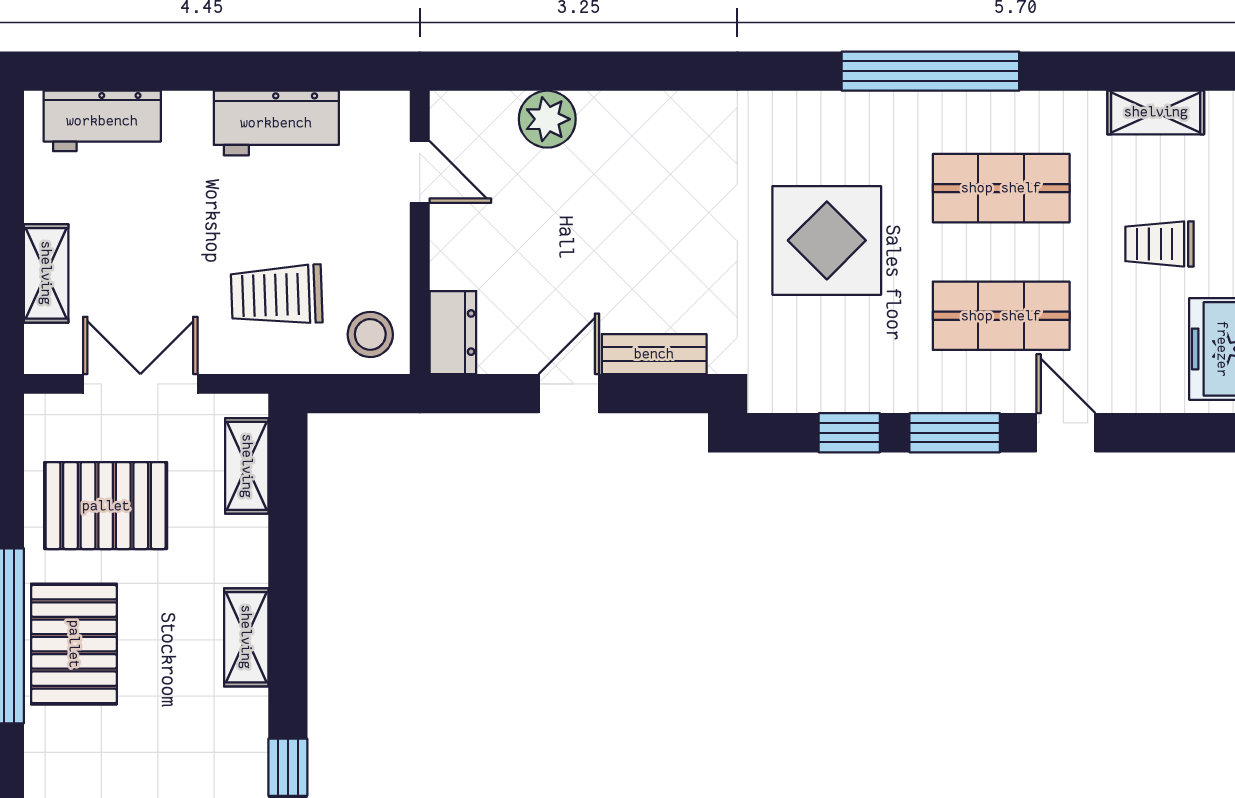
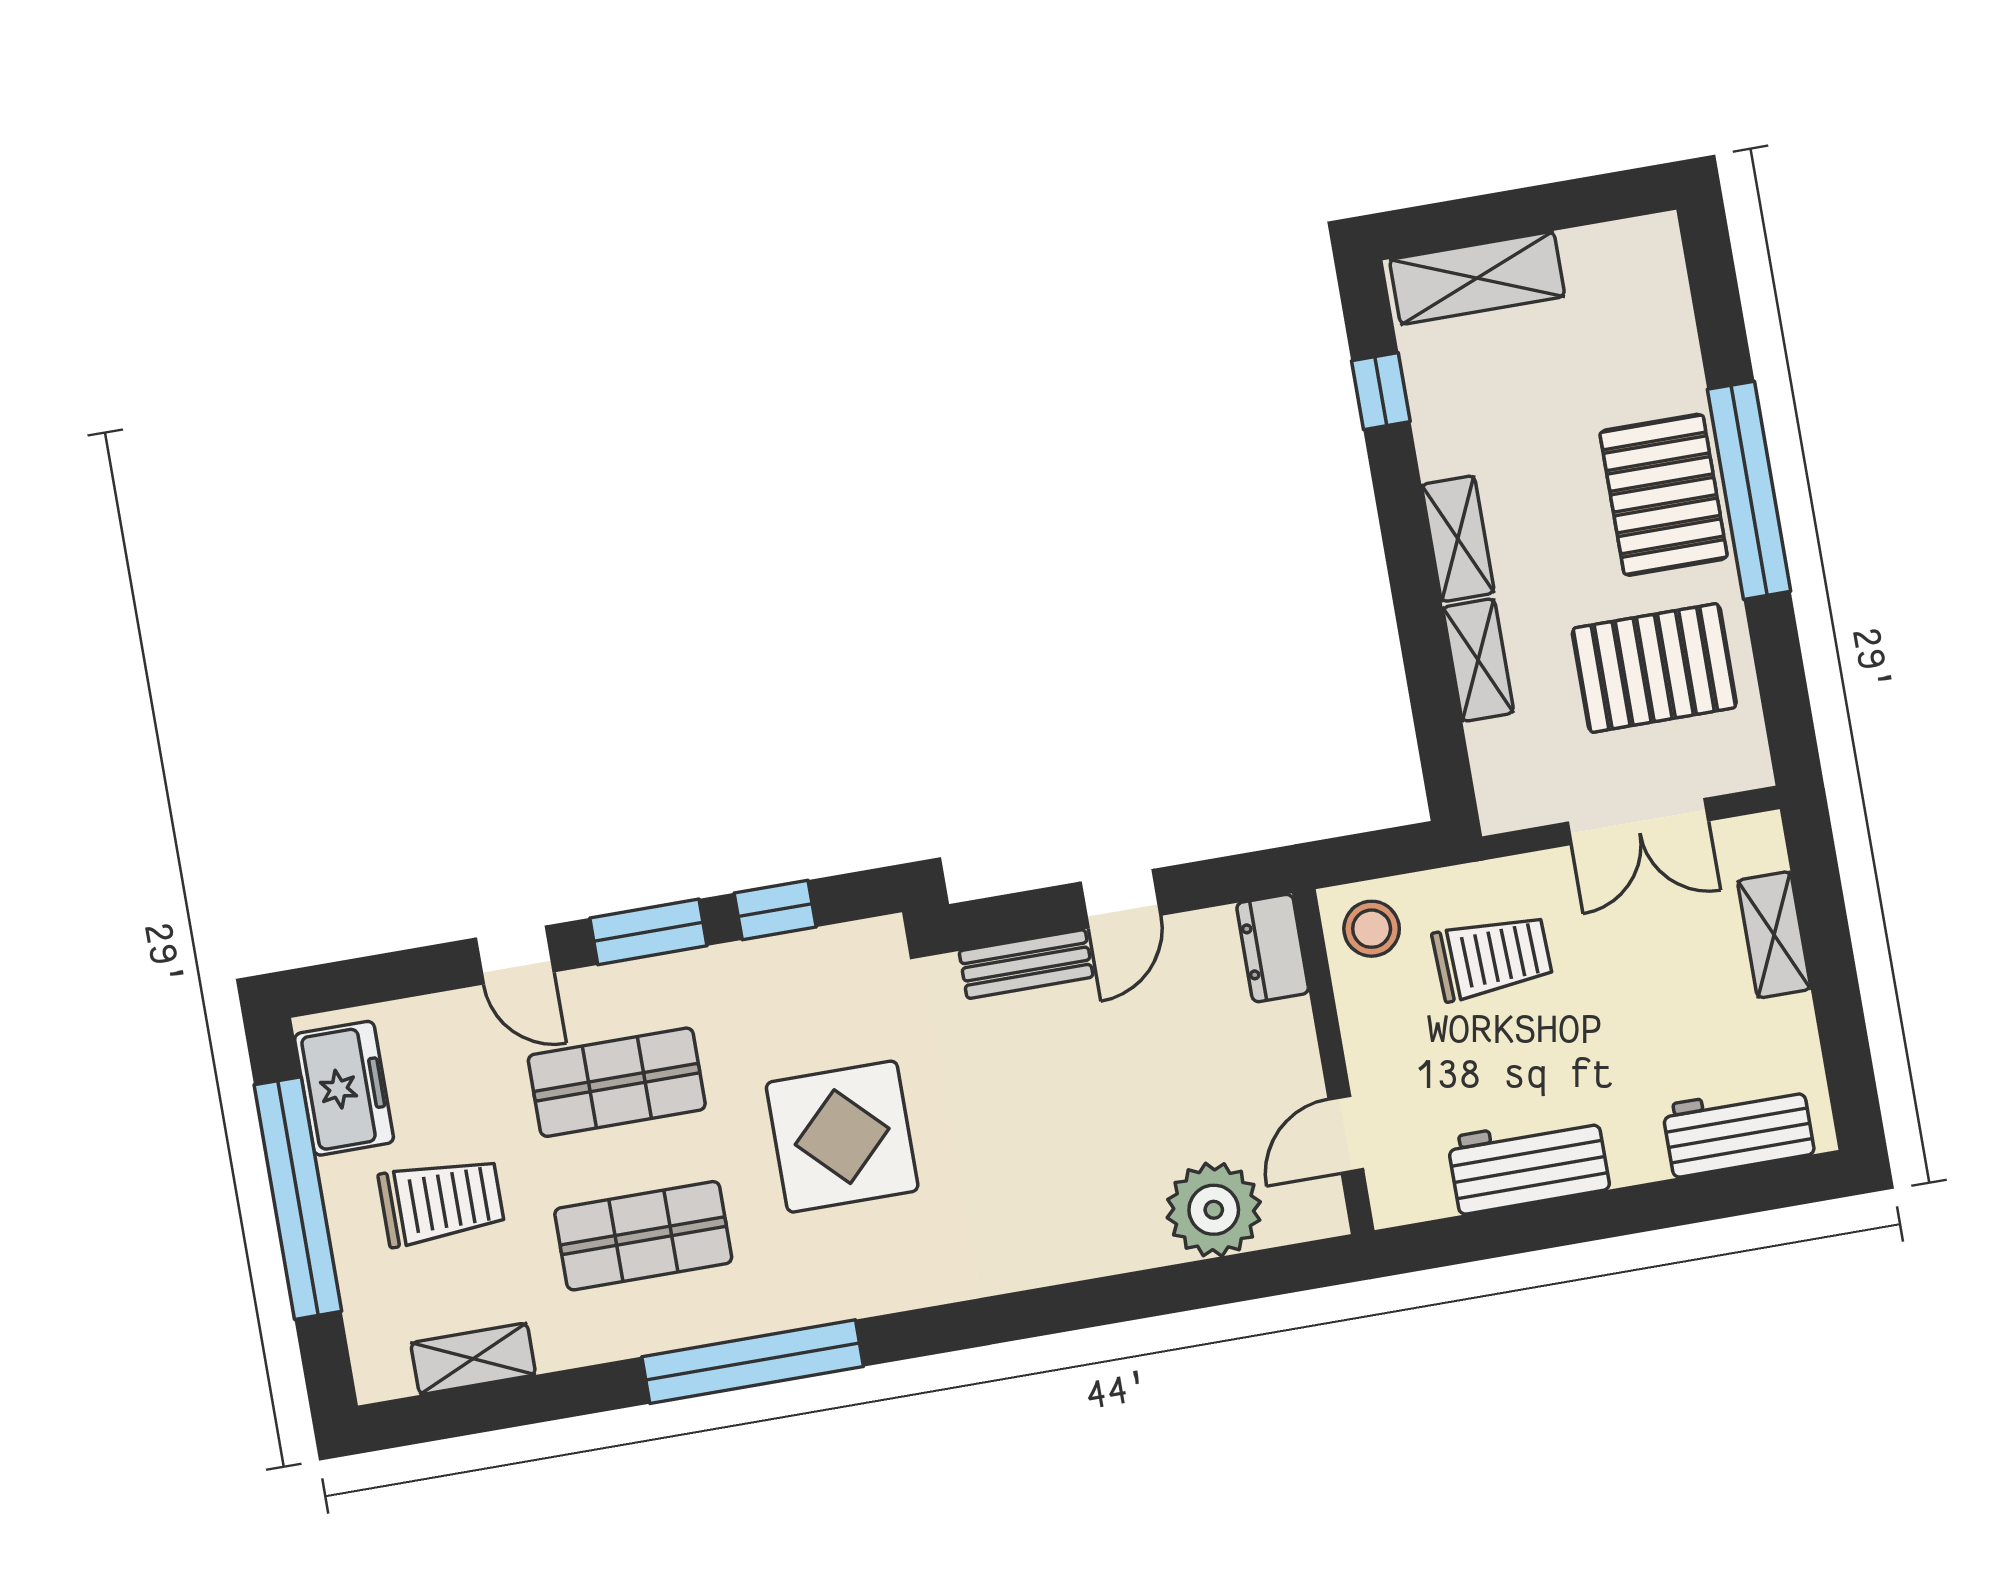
plant: (547, 119) -> (1214, 1210), width x1.36, depth x1.36
door: (420, 172) -> (1346, 1134), hinge flipped
trolley: (1159, 244) -> (441, 1201), width x1.36, depth x1.39
shelving: (247, 466) -> (1478, 660), moved

